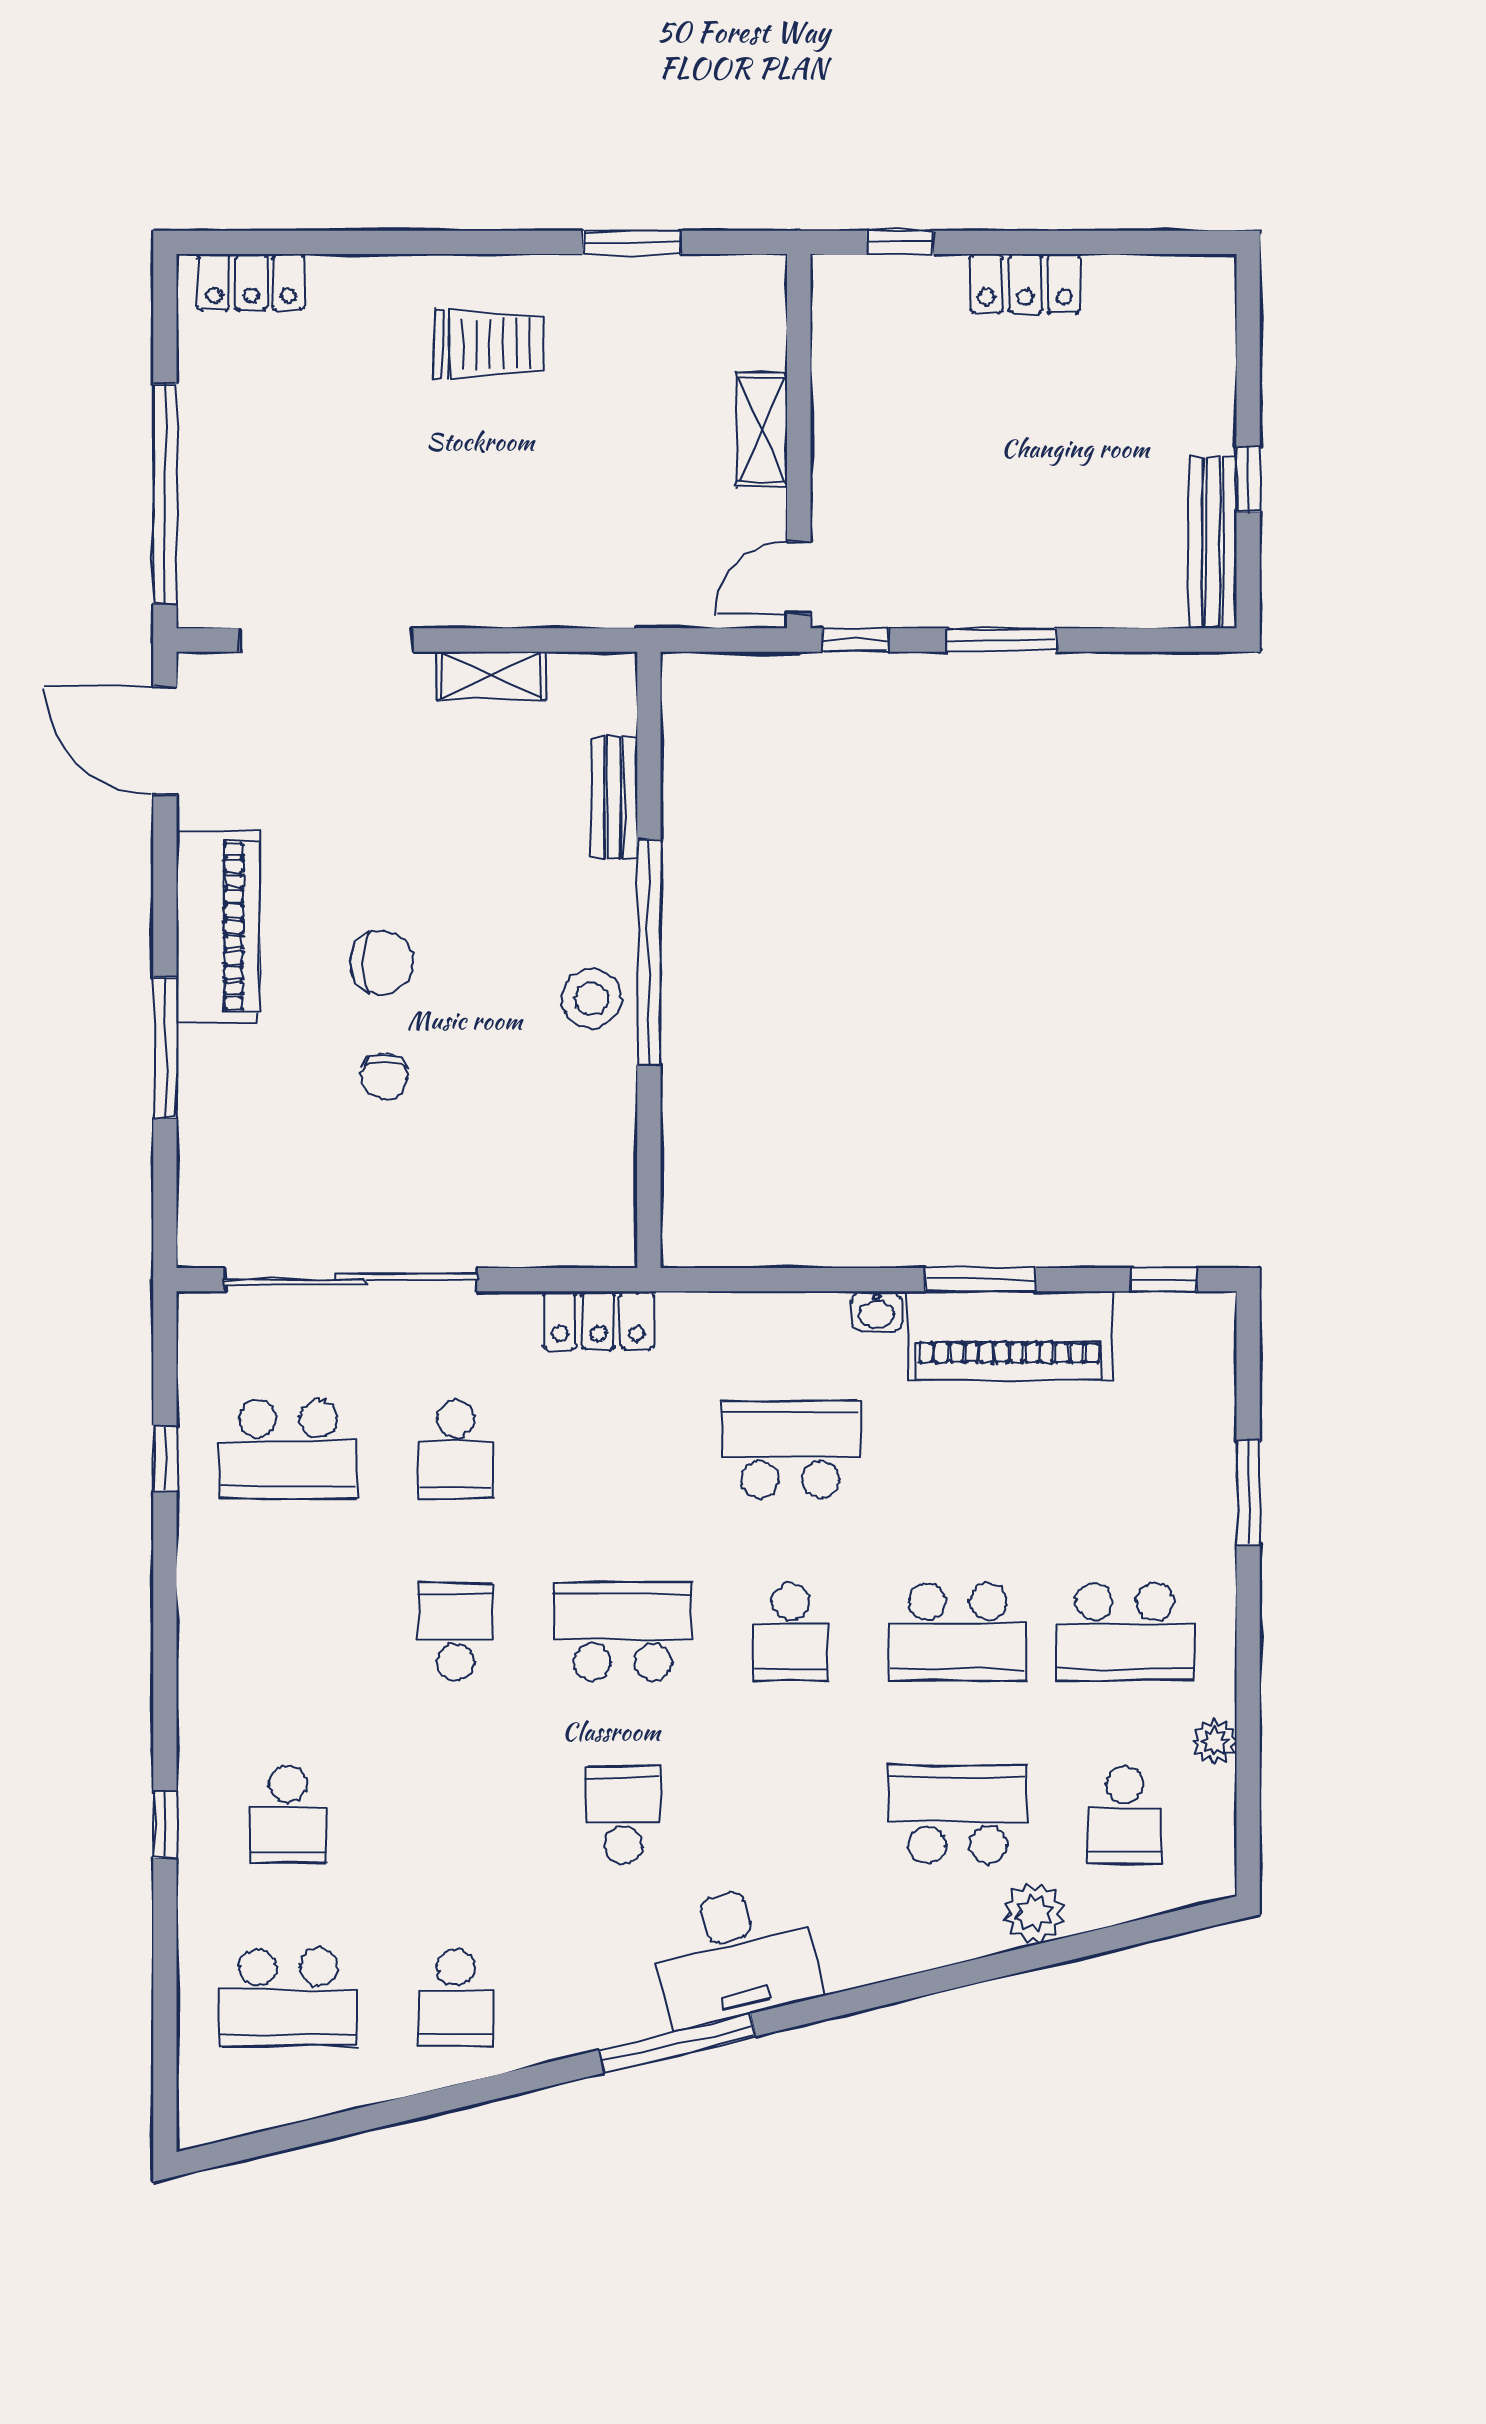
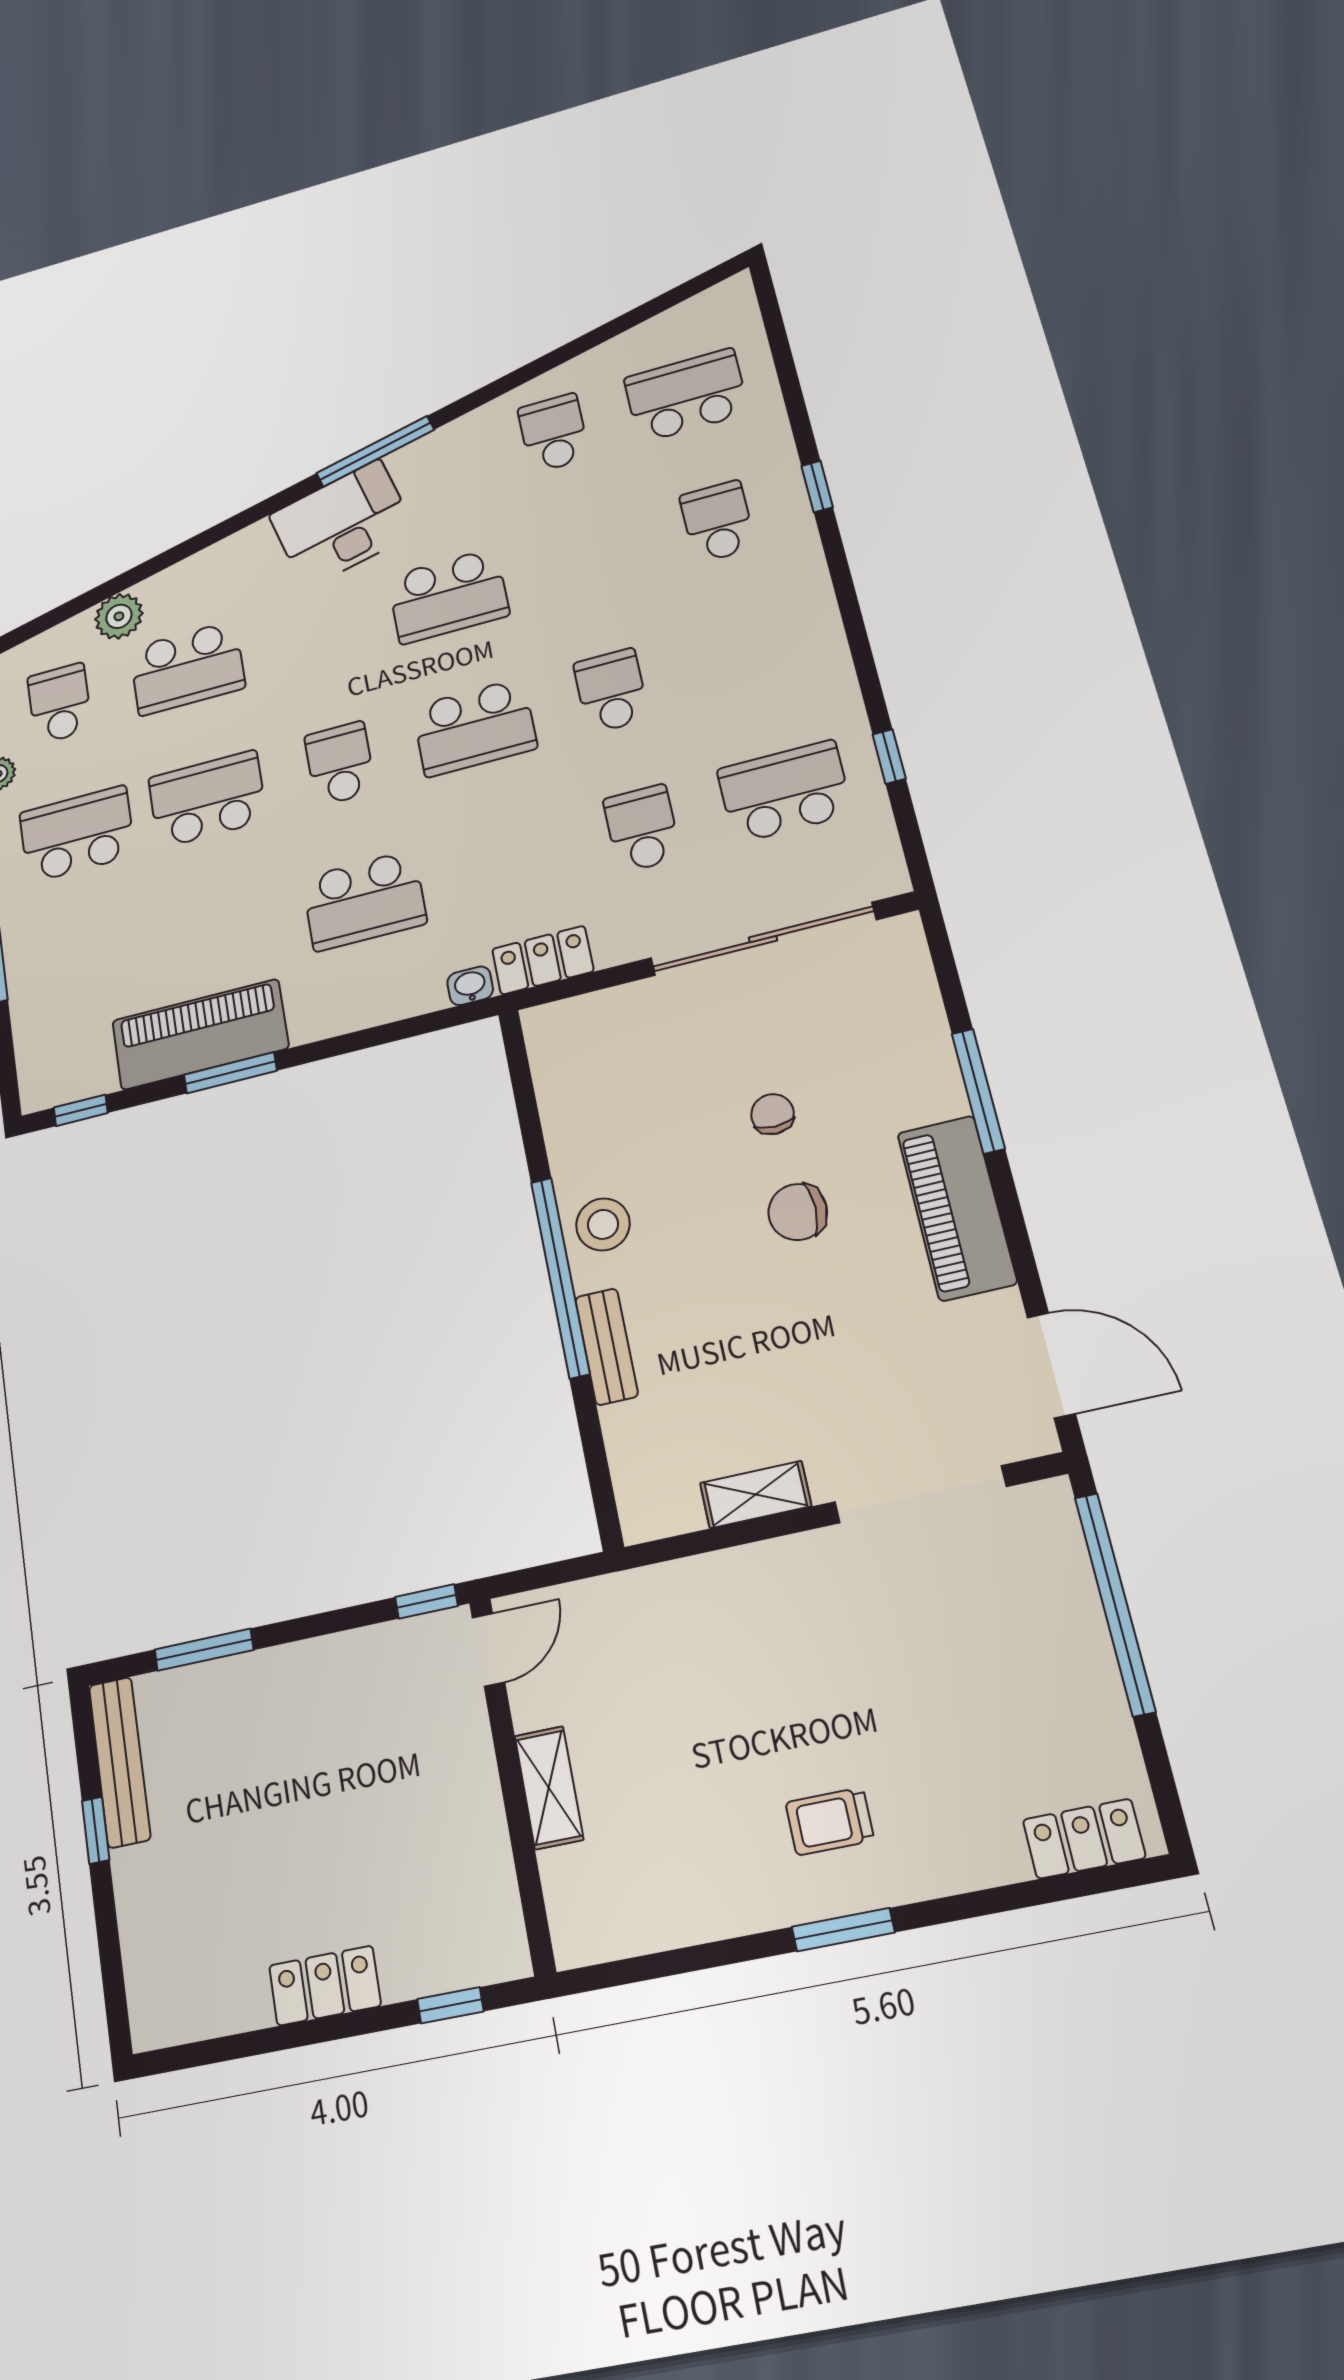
window: (632, 242) -> (843, 1930), moved
trolley: (489, 344) -> (830, 1821), width x0.73, depth x0.72
window: (1002, 640) -> (204, 1650), moved
bench: (614, 797) -> (606, 1347), moved
washbasin: (877, 1312) -> (470, 986), moved
school desk: (456, 1632) -> (611, 691), turned 180
school desk: (623, 1815) -> (448, 596), width x1.85

